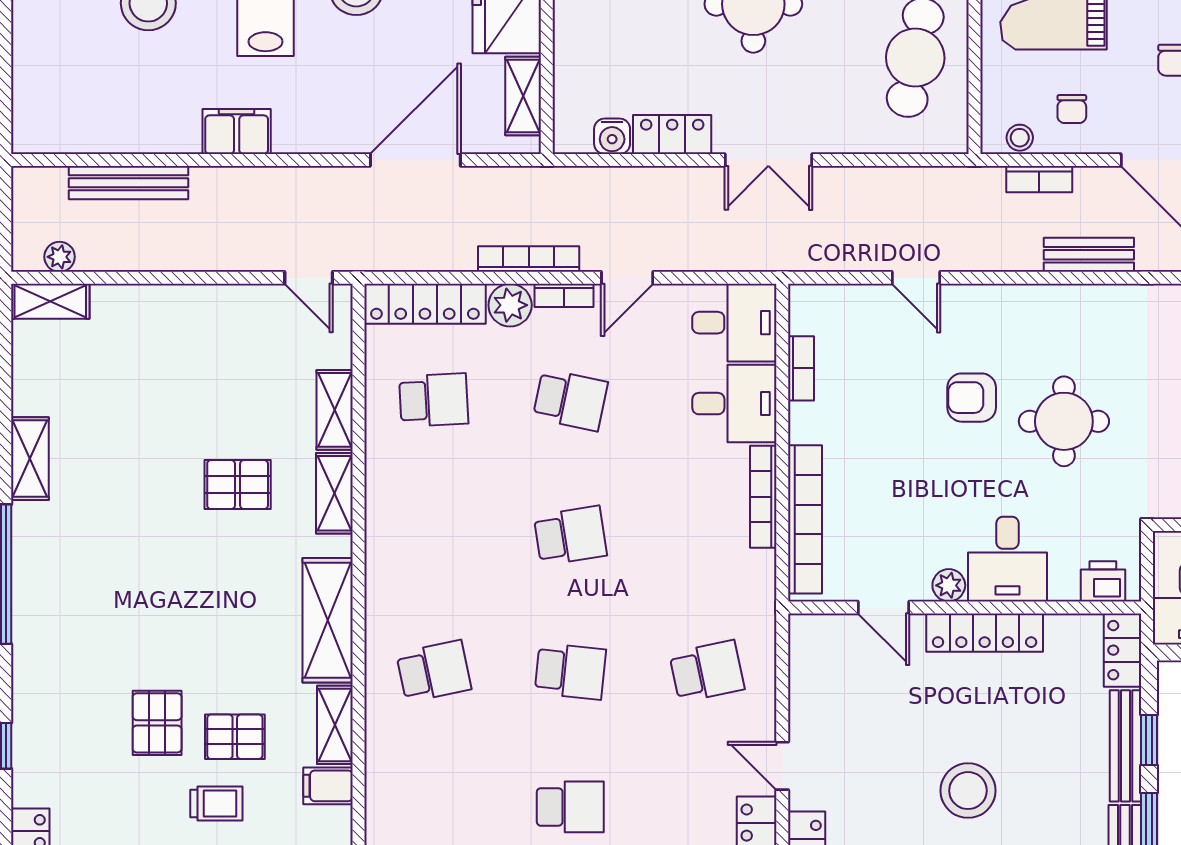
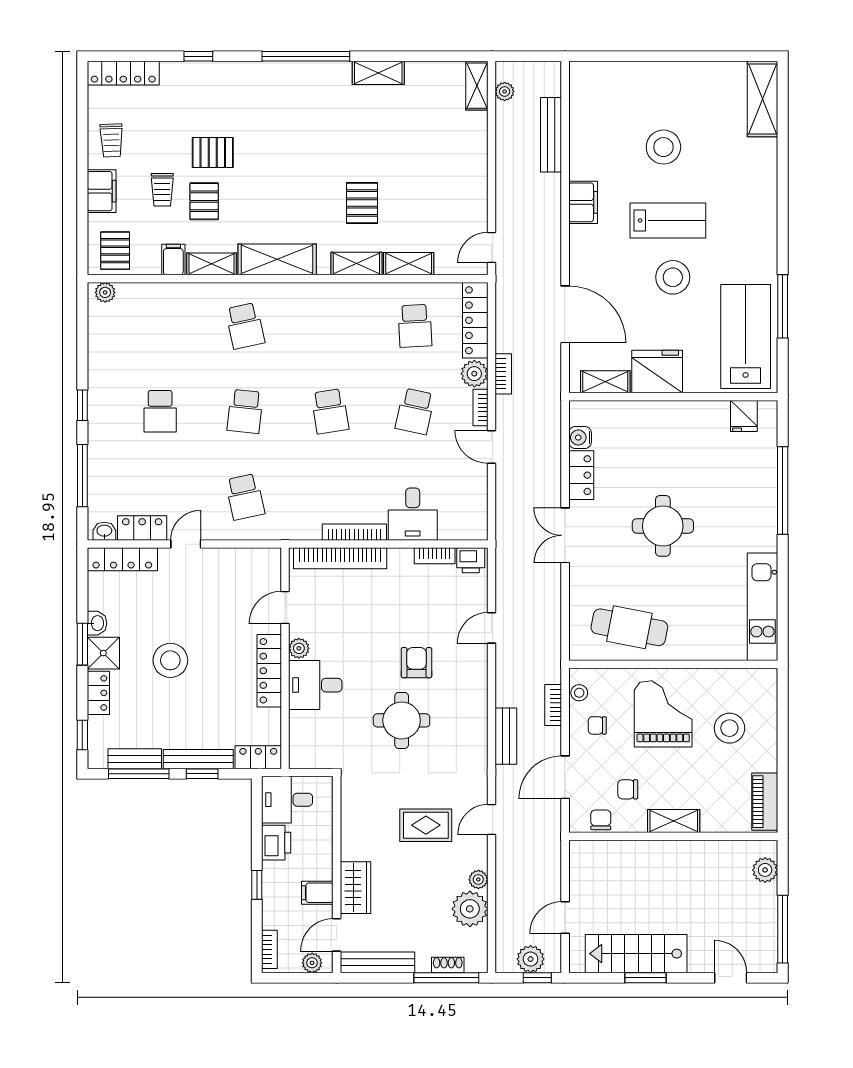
bookcase: (529, 259) -> (503, 374), width x0.64
desk: (734, 323) -> (463, 514), removed
printer: (1103, 581) -> (471, 560), moved, turned 90

